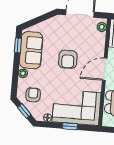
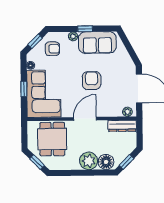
window: (18, 45) -> (85, 29), moved
armchair: (68, 59) -> (92, 81), turned 90
door: (105, 69) -> (85, 119), hinge flipped

